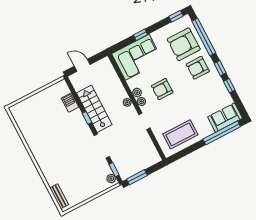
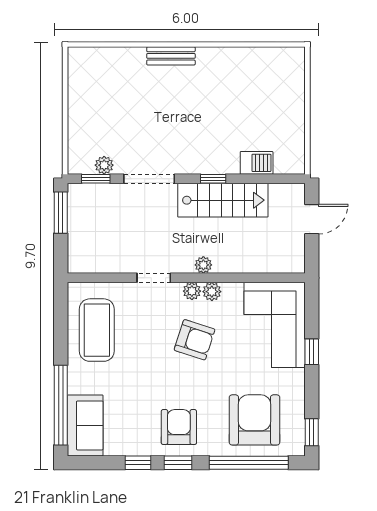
armchair: (198, 68) -> (179, 427), moved
armchair: (162, 89) -> (195, 340), turned 108
plant: (111, 179) -> (104, 165), moved
bench: (59, 196) -> (171, 56), moved

